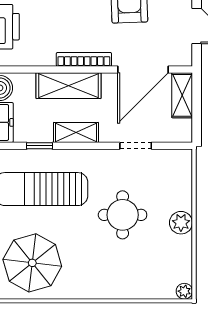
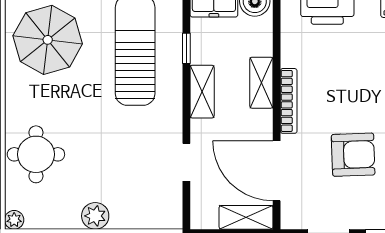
shelving: (68, 86) -> (261, 83), width x0.67, depth x0.75
round table: (123, 215) -> (36, 154), moved

